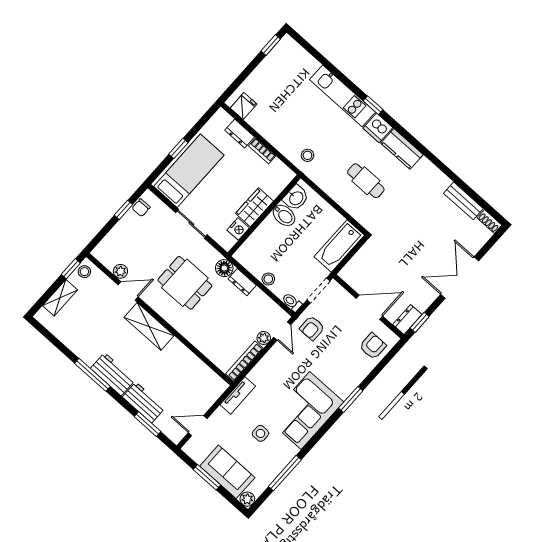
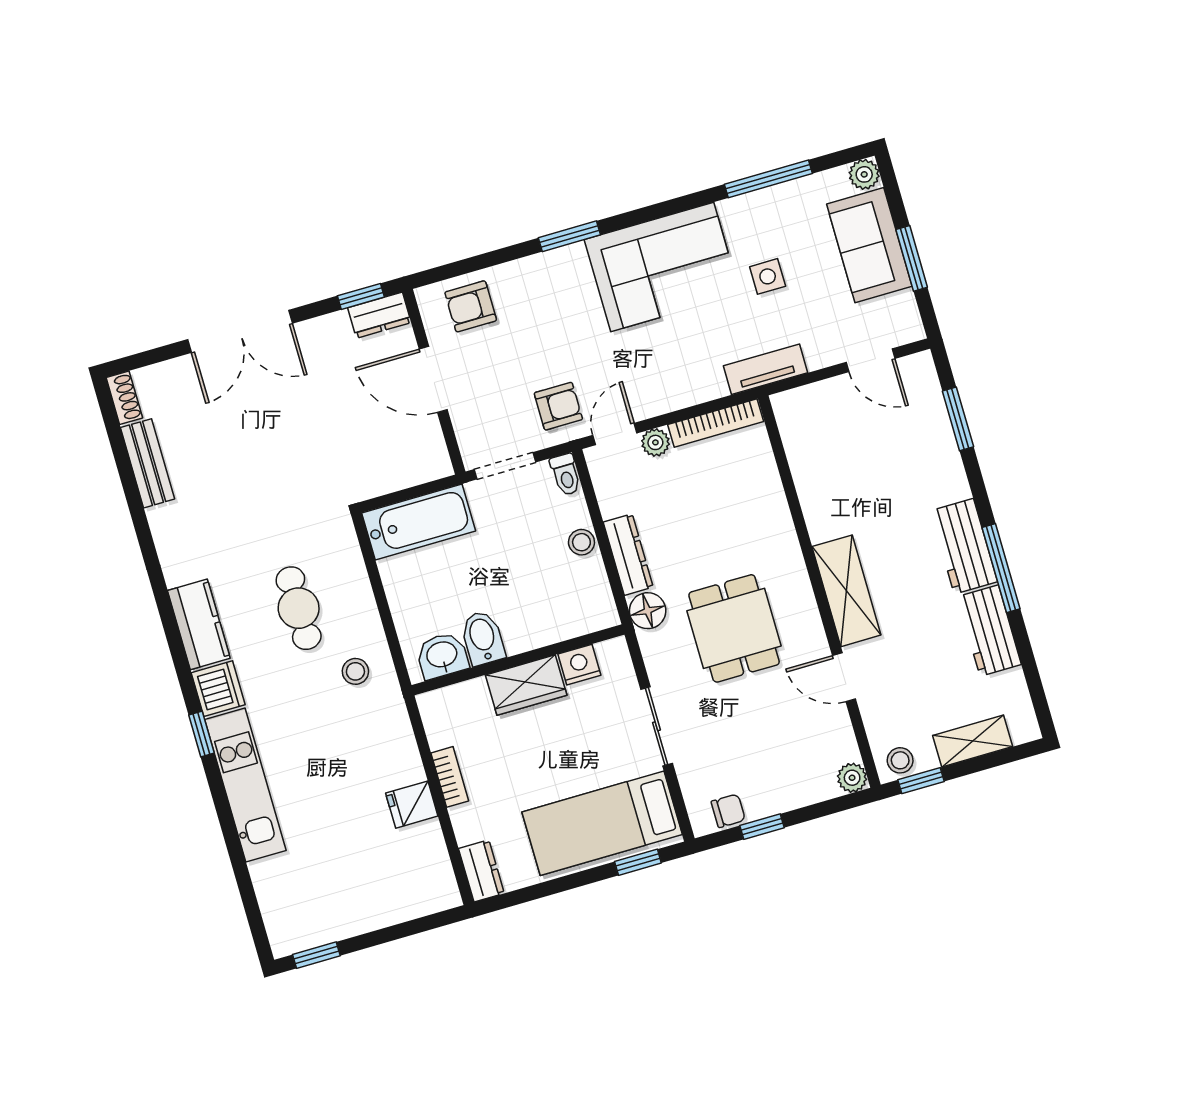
fridge: (244, 106) -> (412, 805), moved
dresser: (240, 134) -> (481, 871), moved
window: (178, 148) -> (638, 862), moved
stool: (308, 155) -> (355, 671), moved
plant: (120, 271) -> (852, 778), moved
dresser: (242, 282) -> (628, 555), width x1.44
workbench: (144, 402) -> (989, 631), moved

